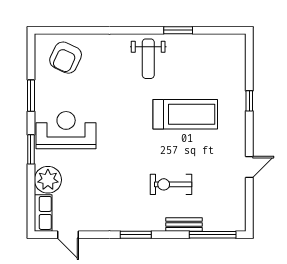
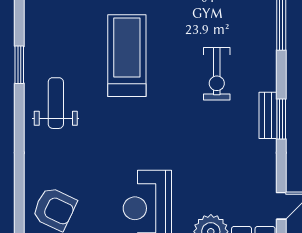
weight bench: (148, 59) -> (56, 103), turned -90
bench: (184, 224) -> (268, 115), moved

